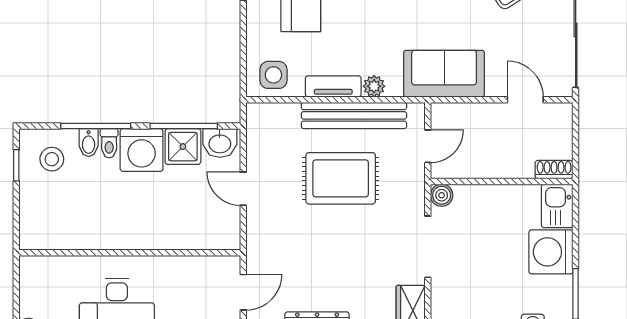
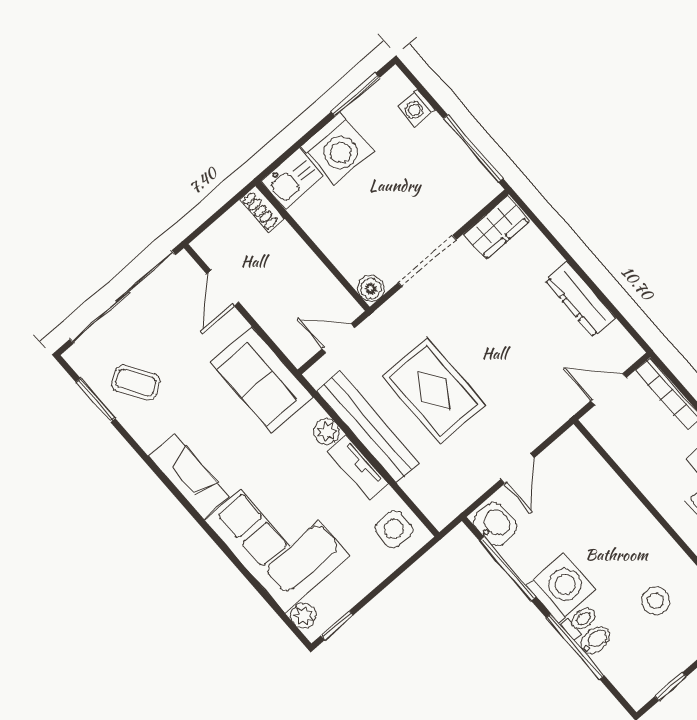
shower: (183, 147) -> (526, 554), removed
stool: (52, 159) -> (656, 601), moved

